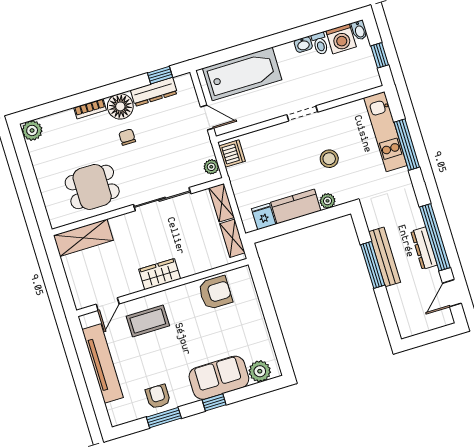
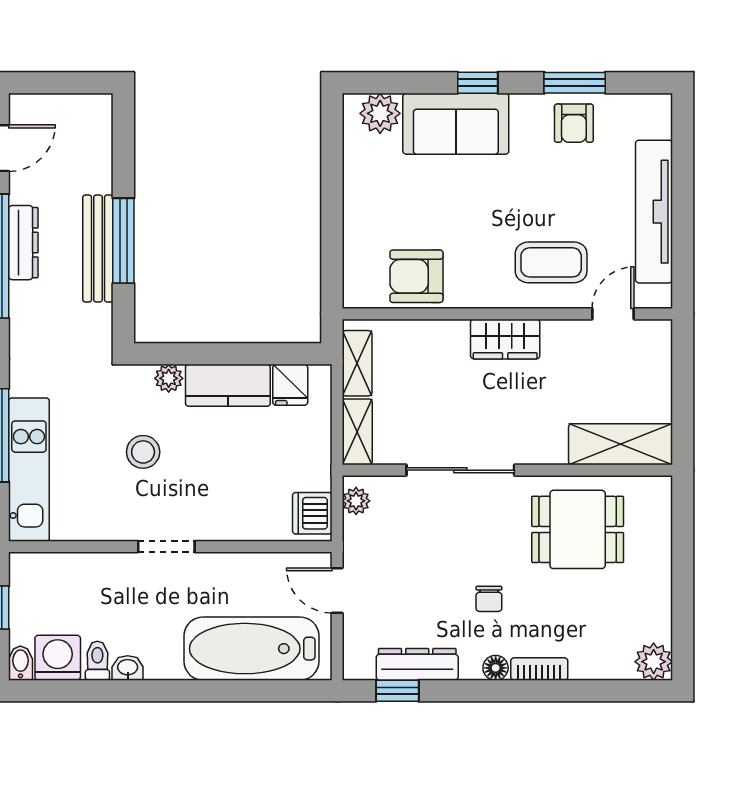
floor lamp: (120, 106) -> (496, 668), width x0.53, depth x0.53

